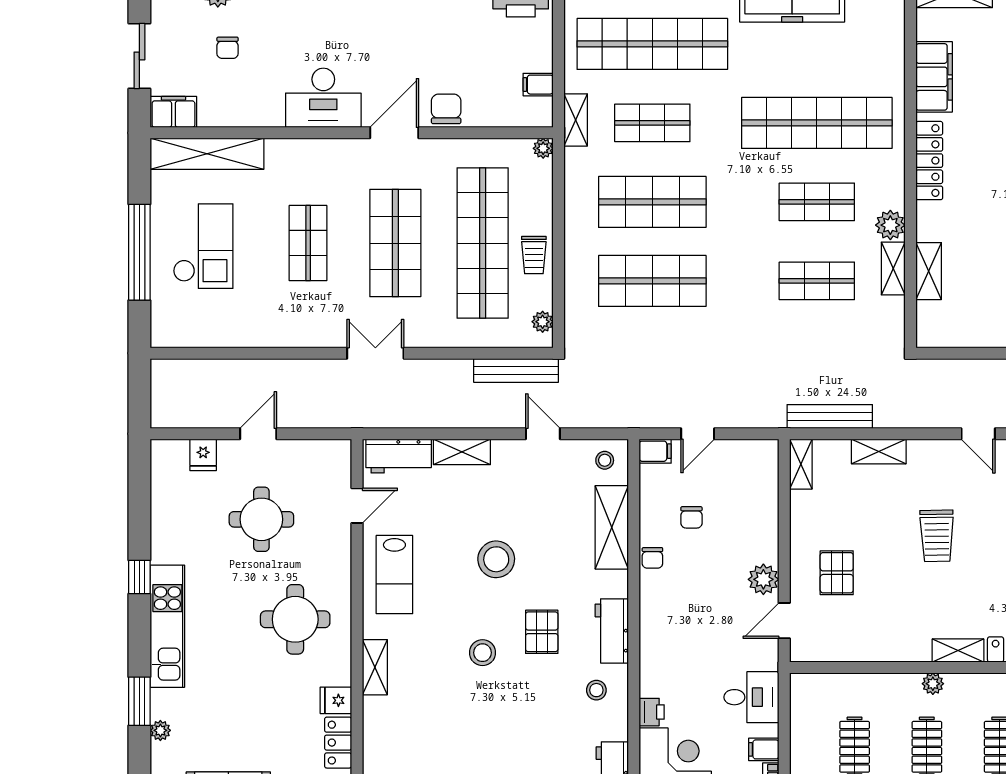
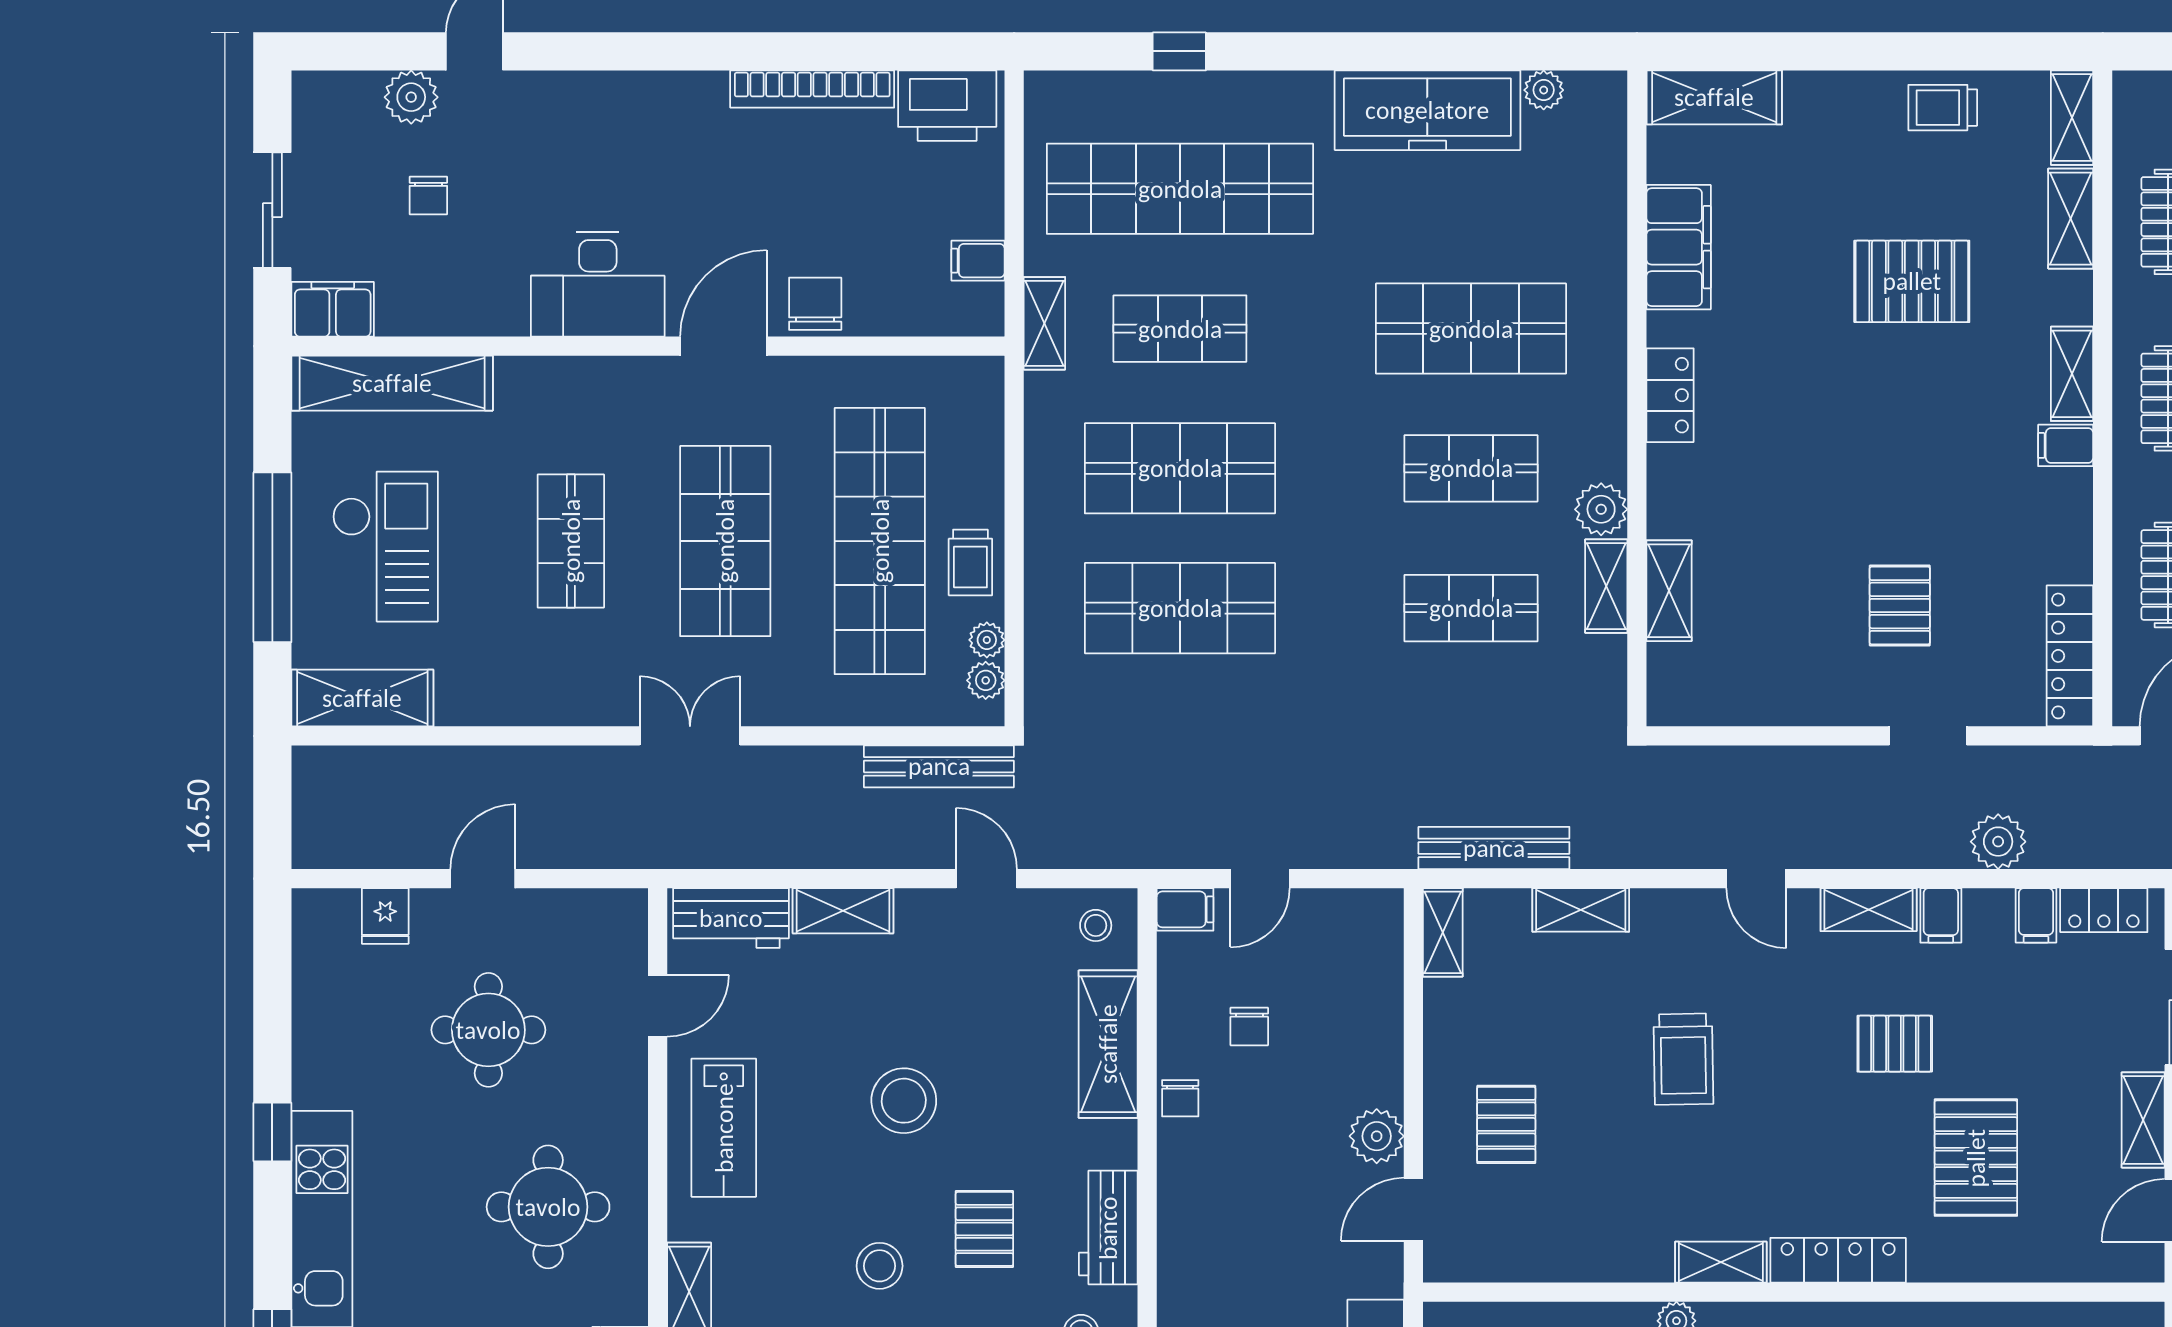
shop shelf: (817, 123) -> (1471, 329), width x0.71
plant: (543, 148) -> (987, 640), moved
locker: (929, 161) -> (1670, 395), width x0.66
shelving: (190, 332) -> (362, 698), added

